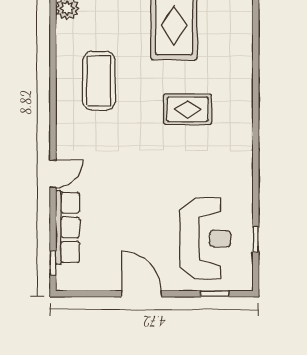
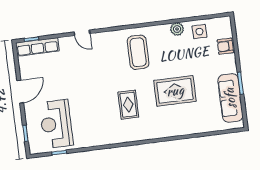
coffee table: (99, 81) -> (138, 52), turned 90
row of seats: (68, 227) -> (37, 47), moved
reception desk: (205, 239) -> (56, 124), turned 90

